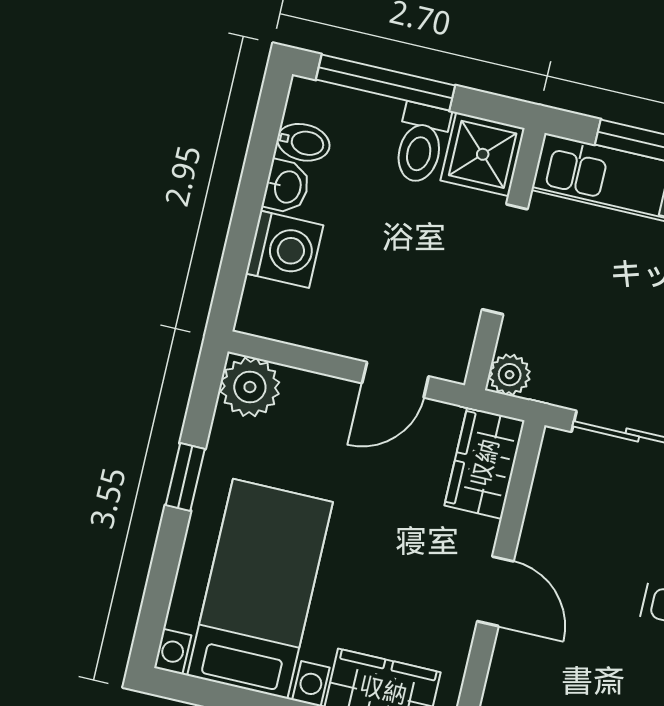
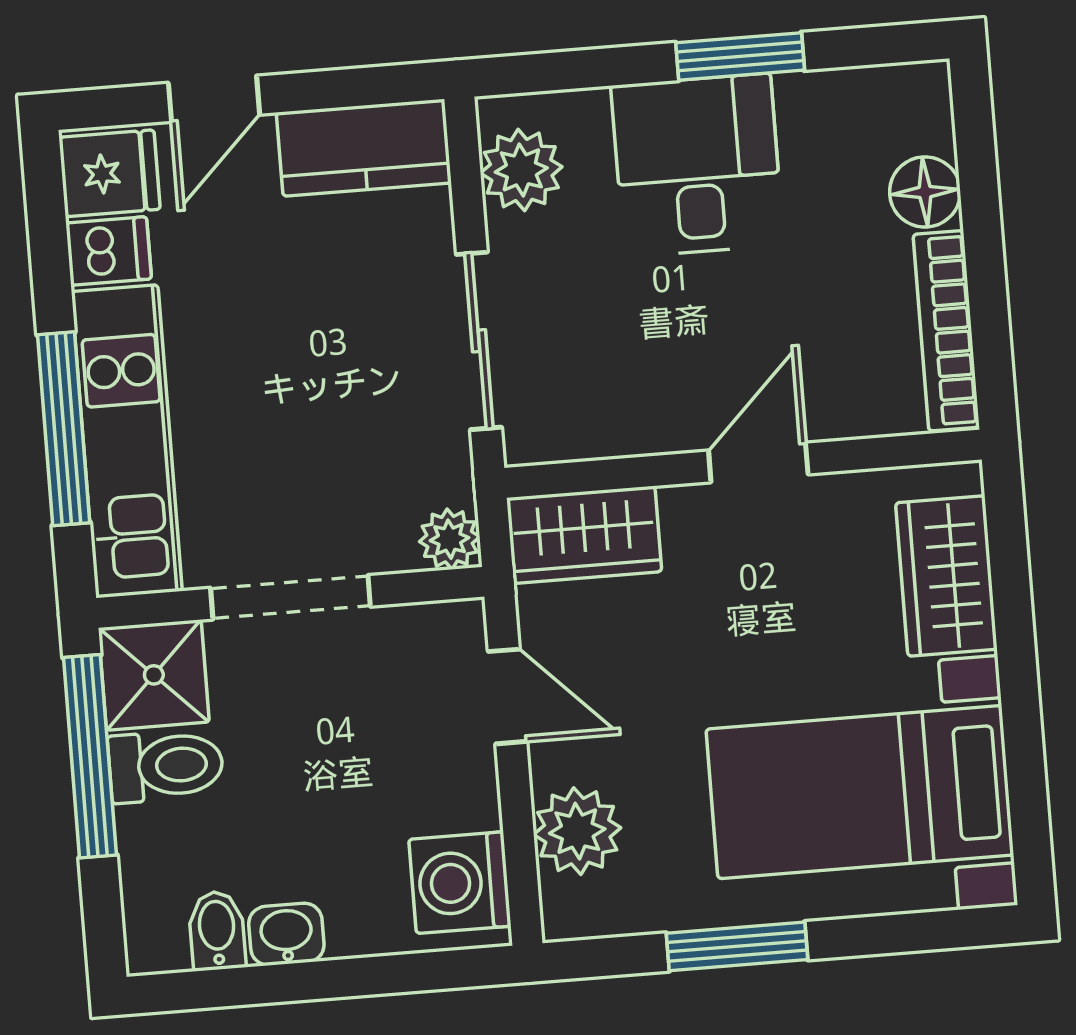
window: (385, 83) -> (90, 756), moved
washing machine: (285, 249) -> (460, 883), moved, turned -90
plant: (250, 387) -> (577, 831), moved
window: (185, 477) -> (737, 946), width x1.50

